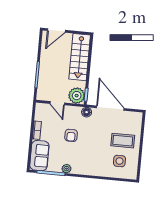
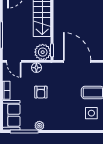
door: (57, 103) -> (14, 61), moved
floor lamp: (87, 112) -> (36, 68), moved

